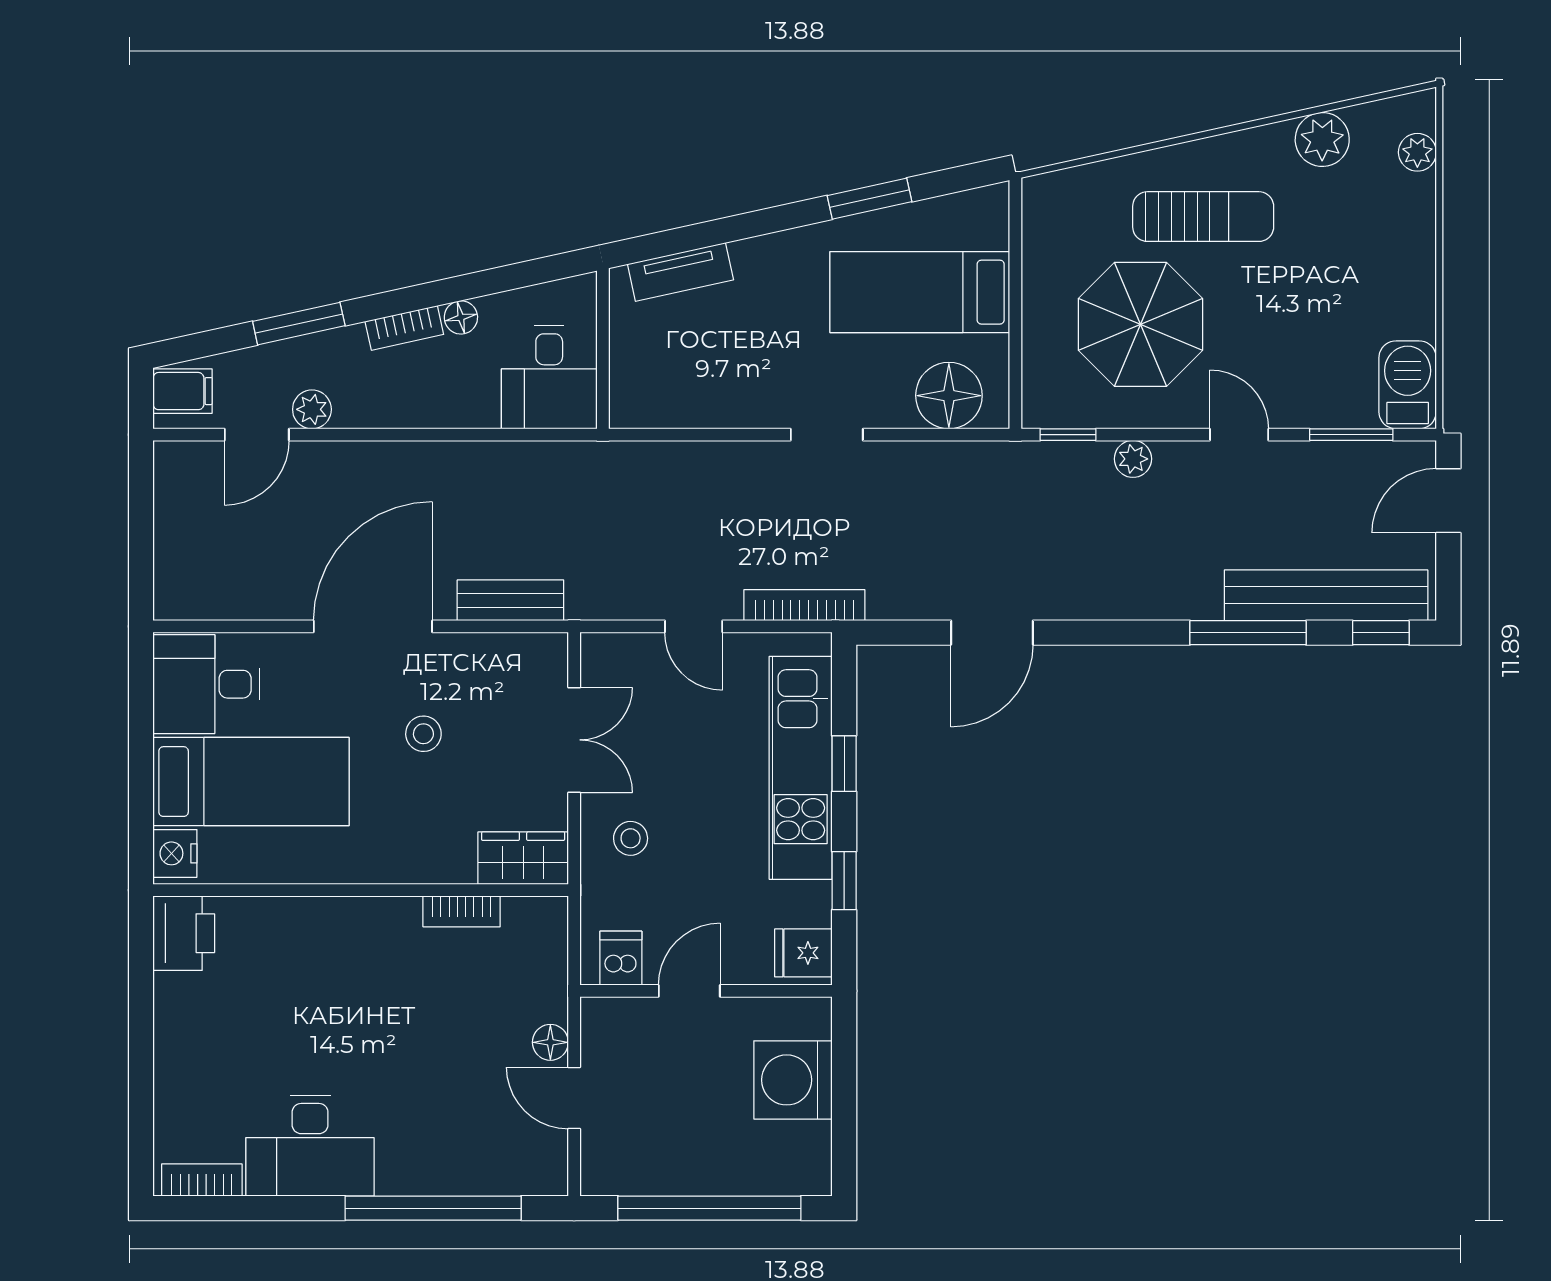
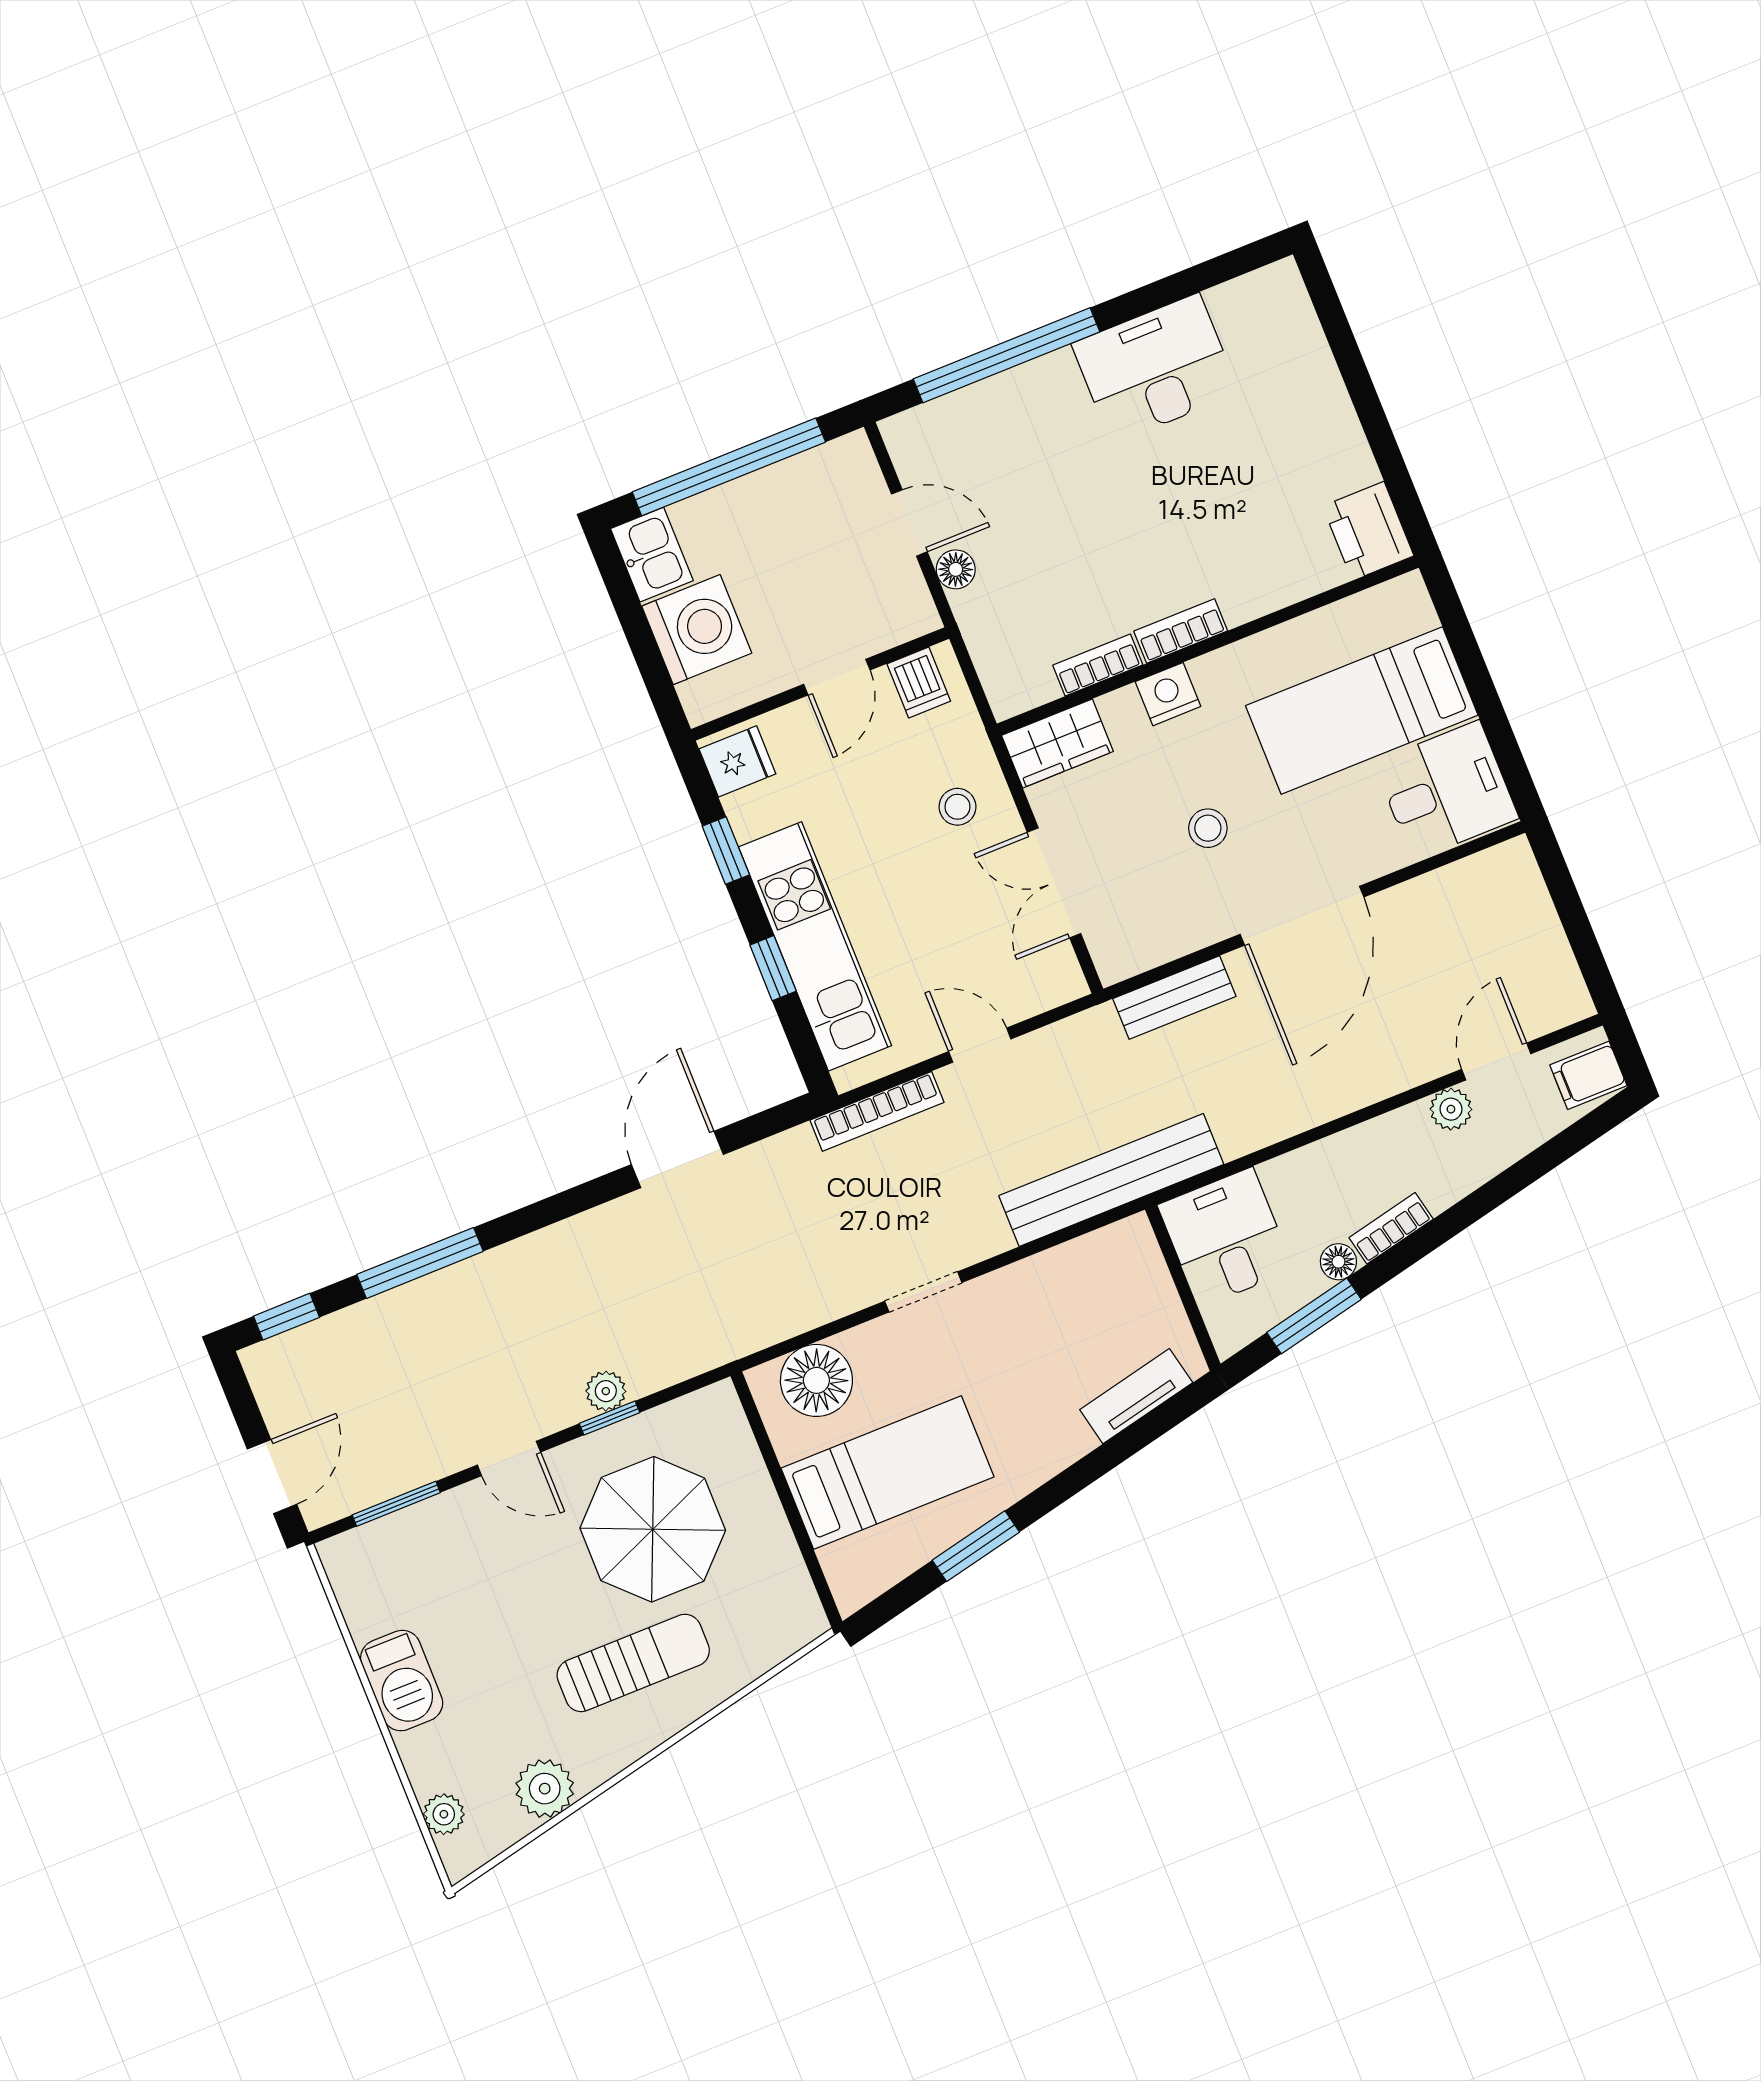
sun lounger: (1203, 217) -> (633, 1663), turned 180
window: (299, 324) -> (1314, 1316), moved
barbecue: (1408, 385) -> (402, 1681), moved
window: (1068, 435) -> (609, 1418), moved
bench: (1326, 595) -> (1111, 1180), moved
nightstand: (175, 853) -> (1168, 694), moved, turned -90
kitchen sink: (806, 1160) -> (652, 555), added
bookcase: (202, 1180) -> (1181, 631), moved, turned 180

